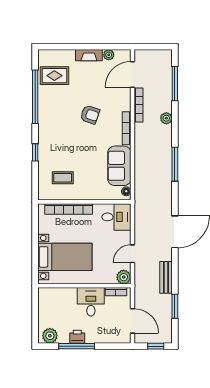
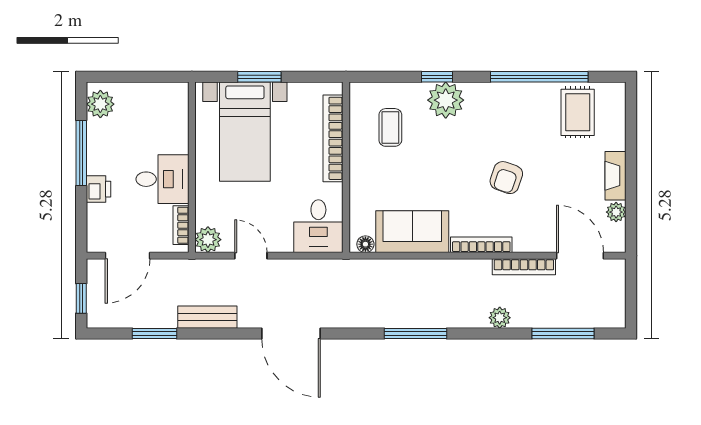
plant: (48, 148) -> (446, 100), added
window: (35, 249) -> (259, 77), added
printer: (77, 337) -> (98, 189), moved

